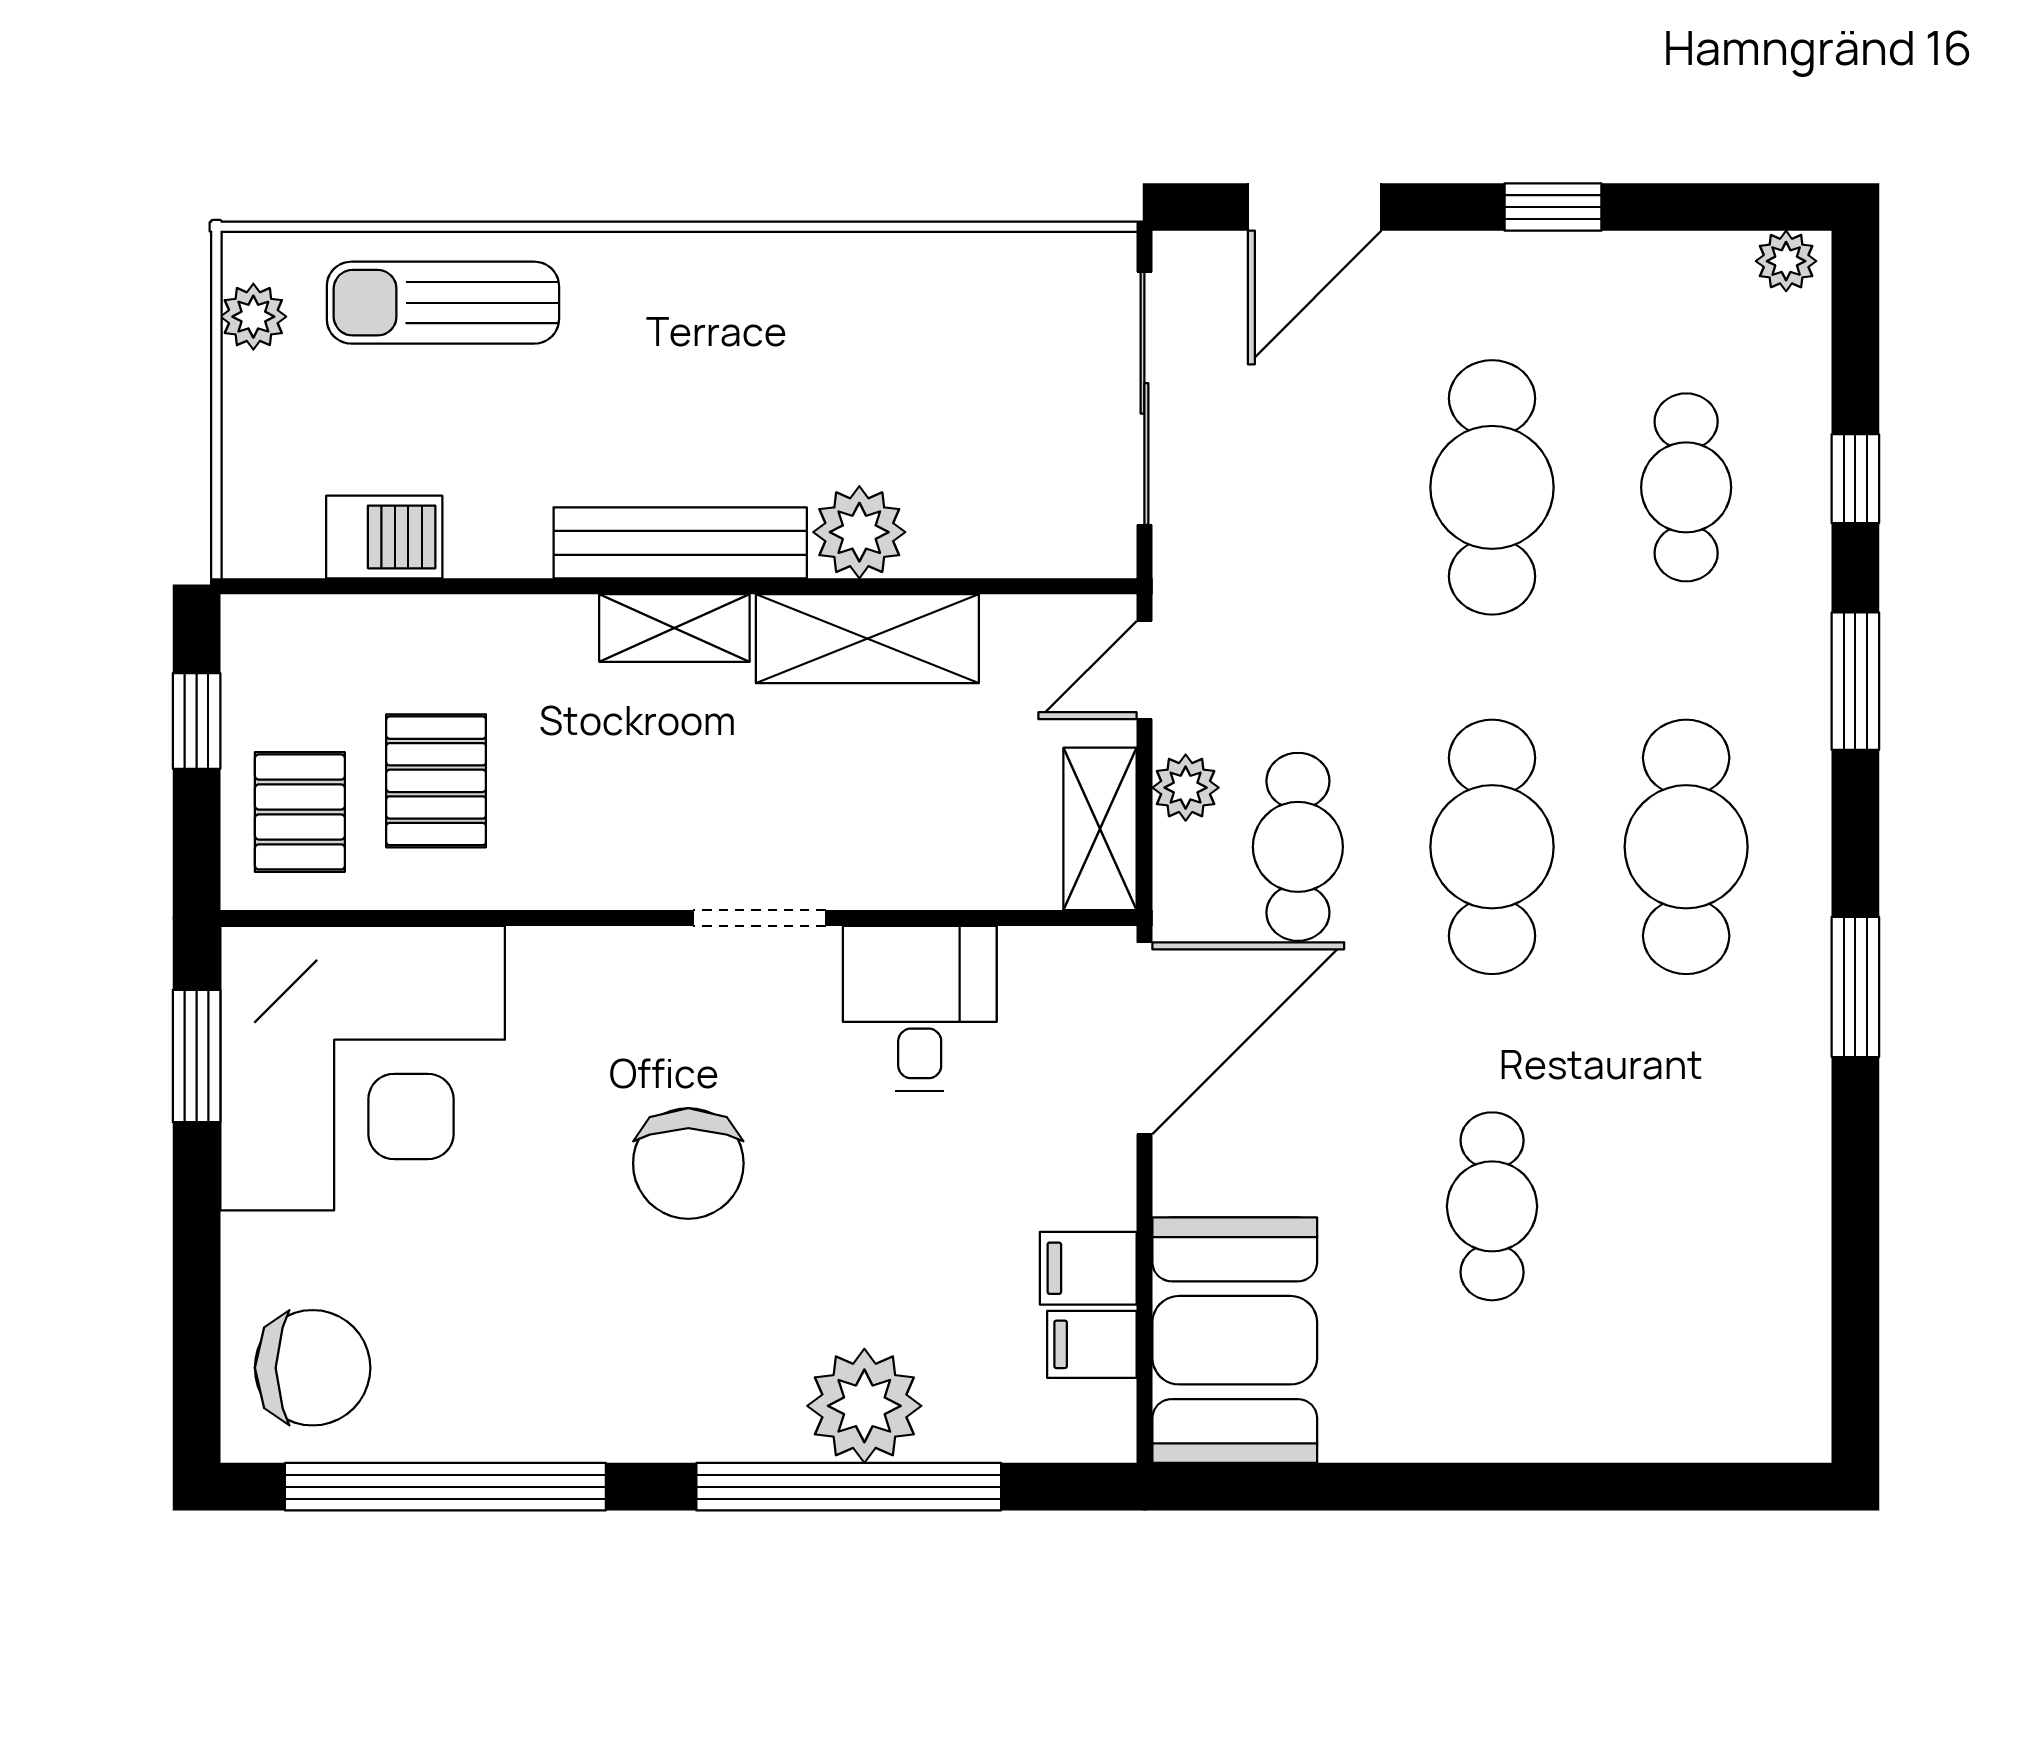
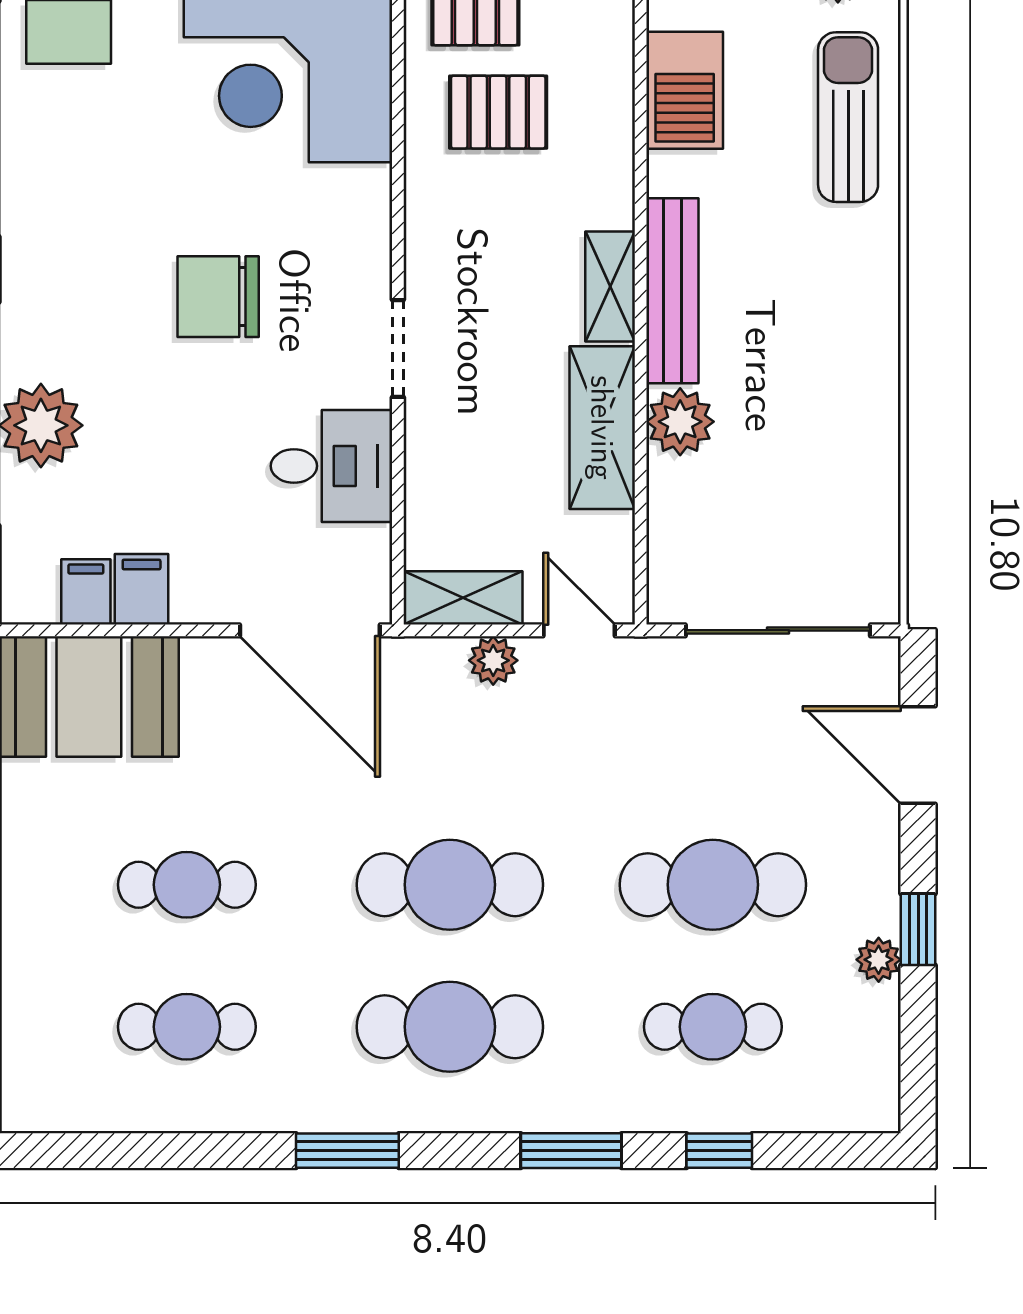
plant: (1786, 261) -> (879, 960), moved
barbecue: (384, 537) -> (685, 90), width x1.38, depth x1.27
cafe table: (1298, 847) -> (187, 1027), moved

